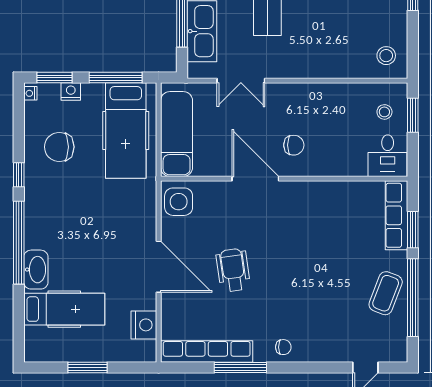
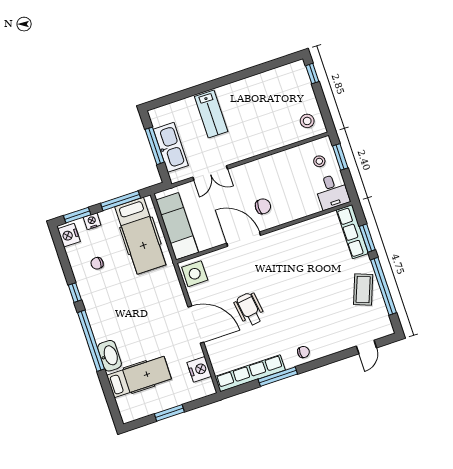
nightstand: (30, 93) -> (69, 235), width x1.89, depth x1.79
chair: (59, 147) -> (97, 263), width x0.54, depth x0.54

